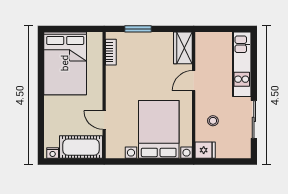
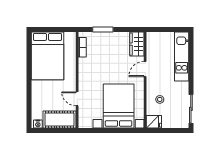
sliding door: (254, 119) -> (191, 109), moved

